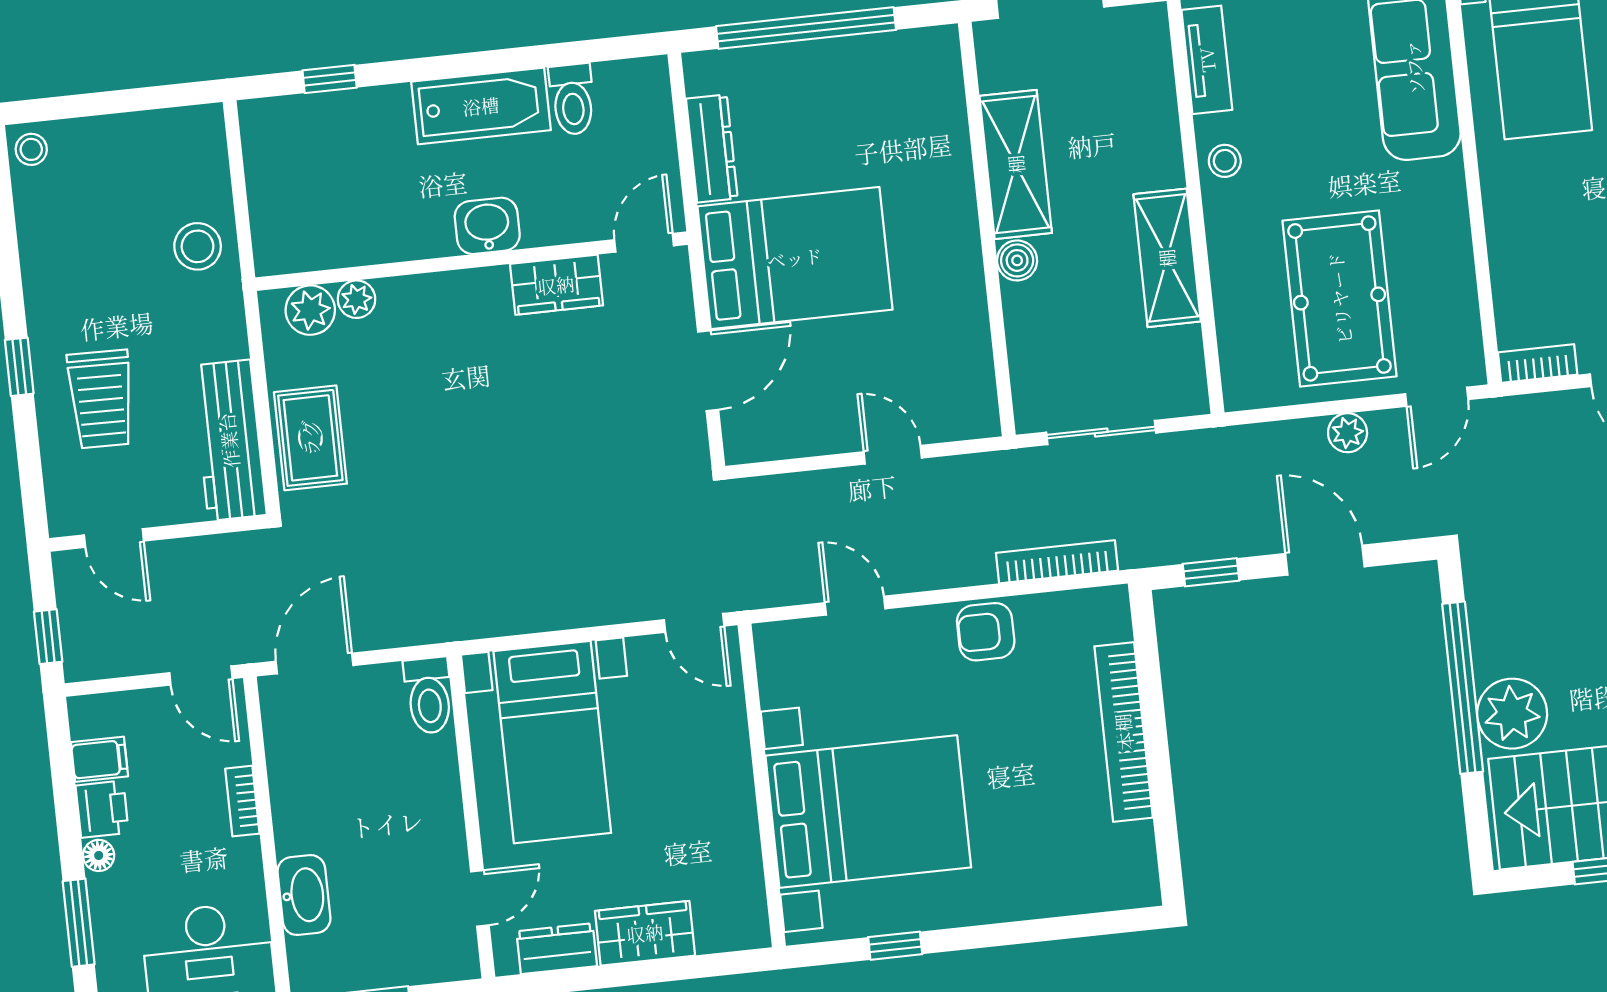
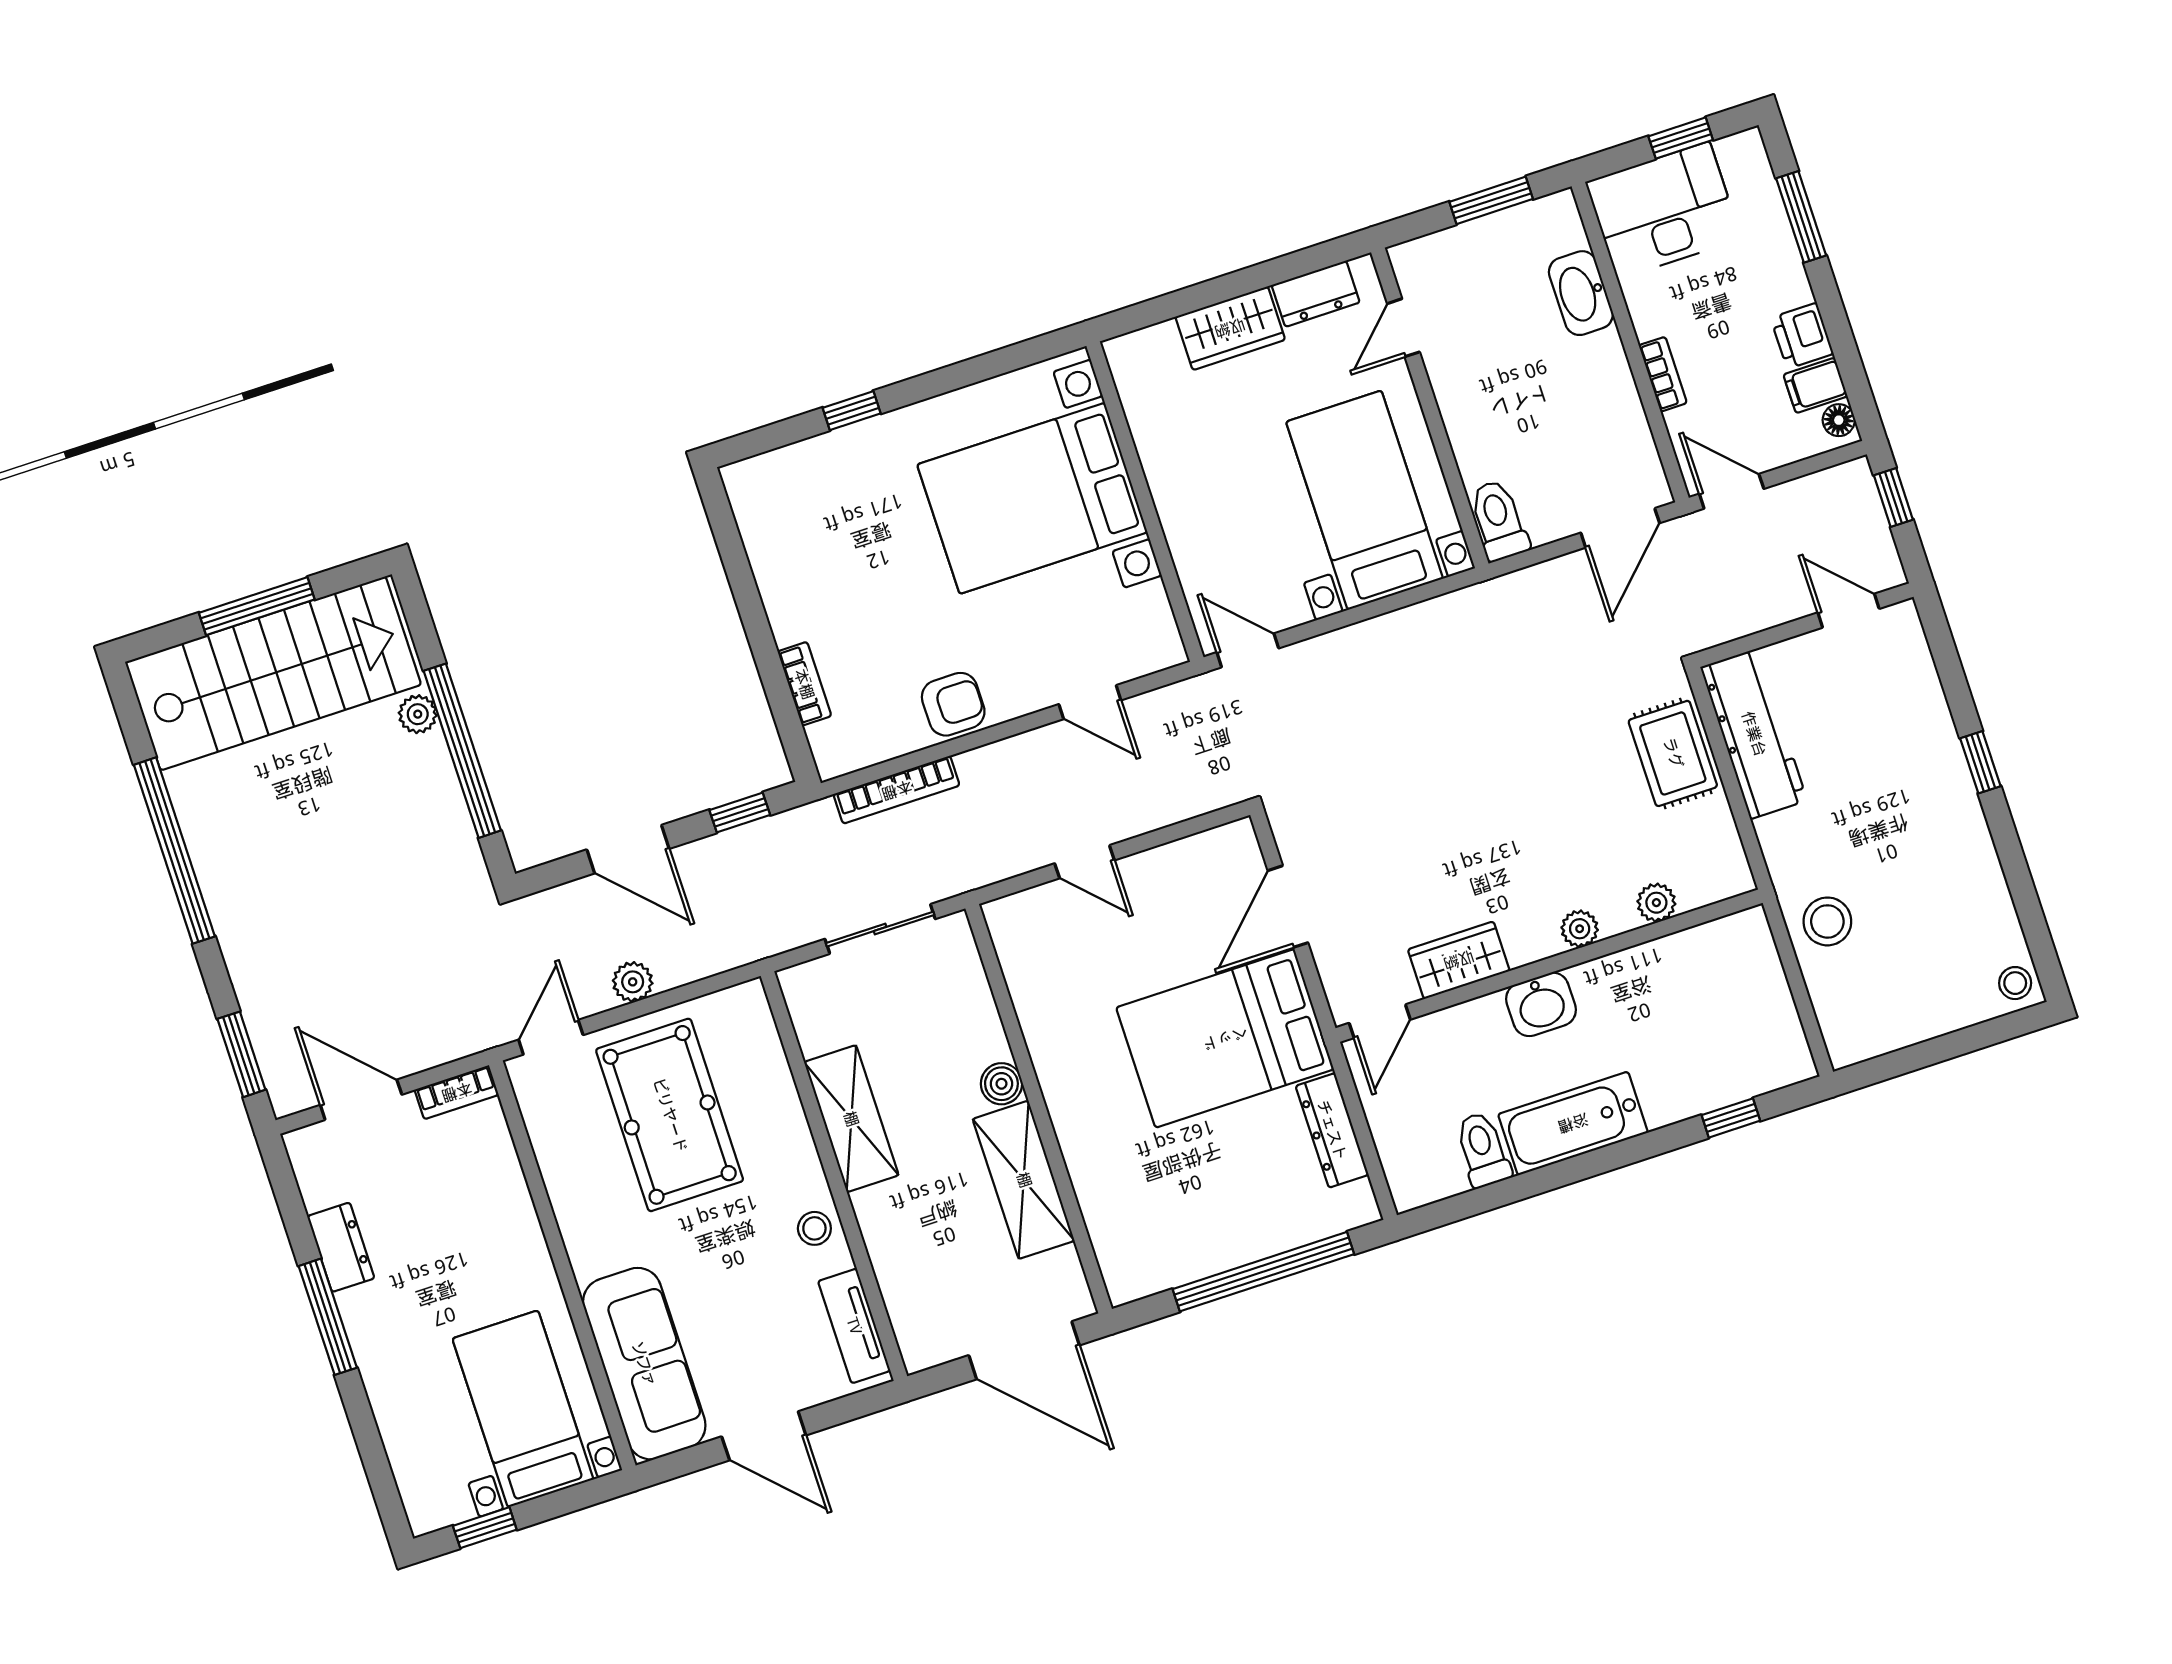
plant: (310, 310) -> (1580, 929), moved, width x0.73, depth x0.73
trolley: (101, 399) -> (1891, 747), removed
plant: (1512, 714) -> (418, 714), width x0.53, depth x0.53
bookcase: (1124, 732) -> (804, 684), width x0.43, depth x0.76
floor lamp: (99, 855) -> (1839, 420), moved
window: (895, 946) -> (852, 411), moved

